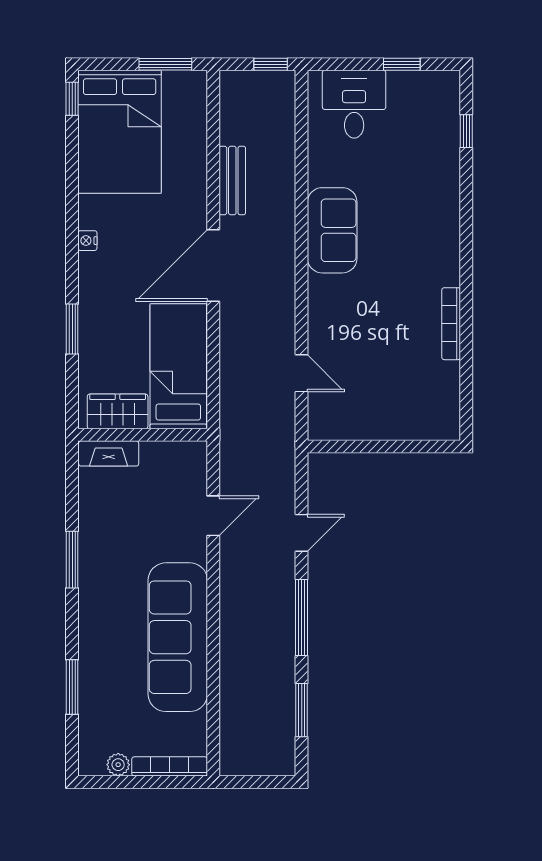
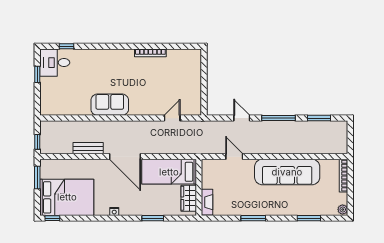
window: (271, 64) -> (37, 142), moved
desk: (354, 104) -> (55, 63), moved
plant: (118, 765) -> (343, 209), moved

